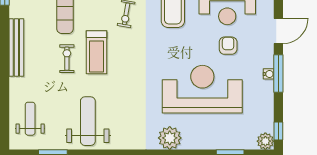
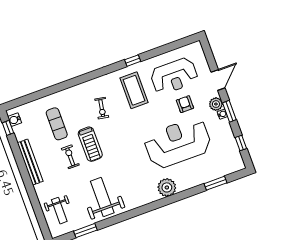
window: (278, 74) -> (229, 111), width x0.69
weight bench: (30, 119) -> (59, 211), turned 180
window: (278, 131) -> (241, 143), moved
plant: (265, 141) -> (216, 104), moved

